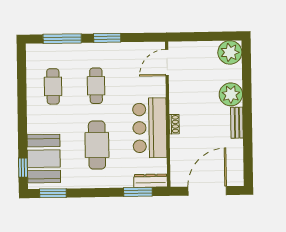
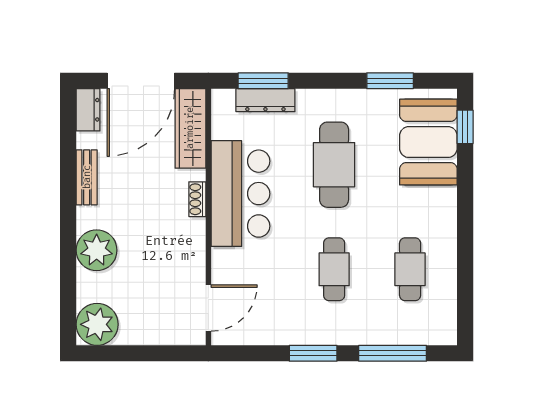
bench: (237, 123) -> (87, 177), moved
wardrobe: (179, 164) -> (190, 128), added
dresser: (237, 174) -> (88, 110), added
dresser: (151, 181) -> (265, 100), moved
window: (53, 193) -> (390, 81), moved

